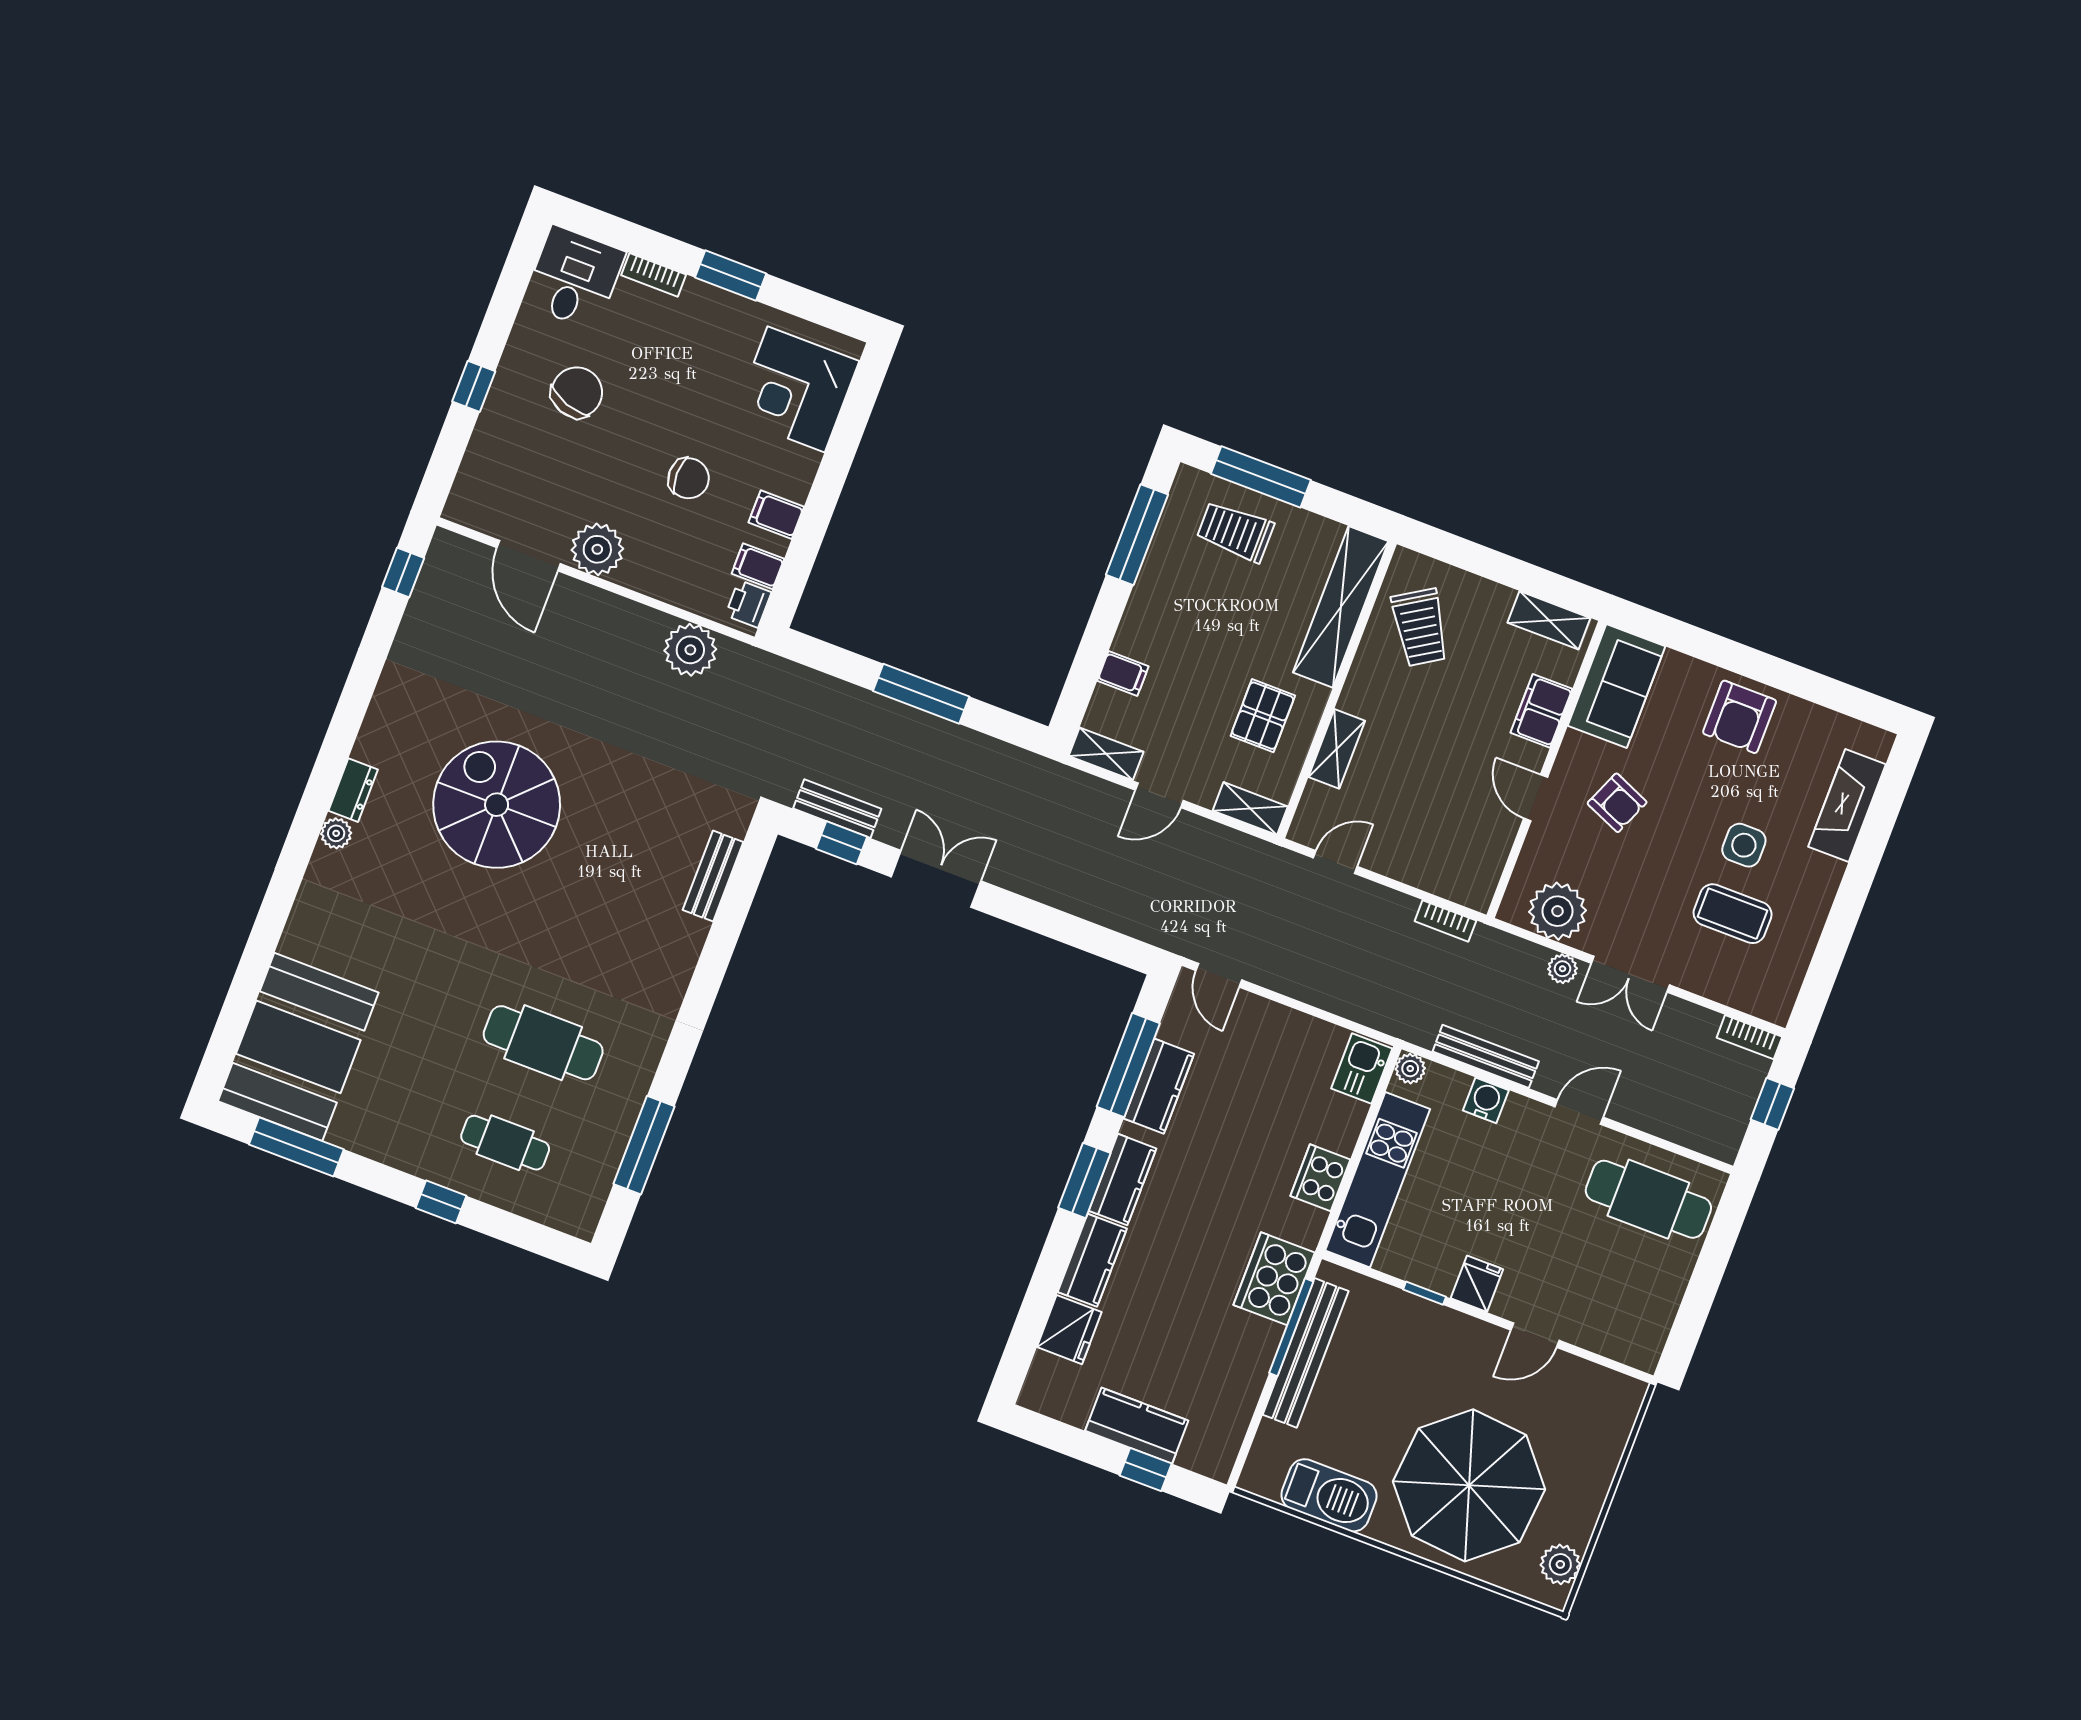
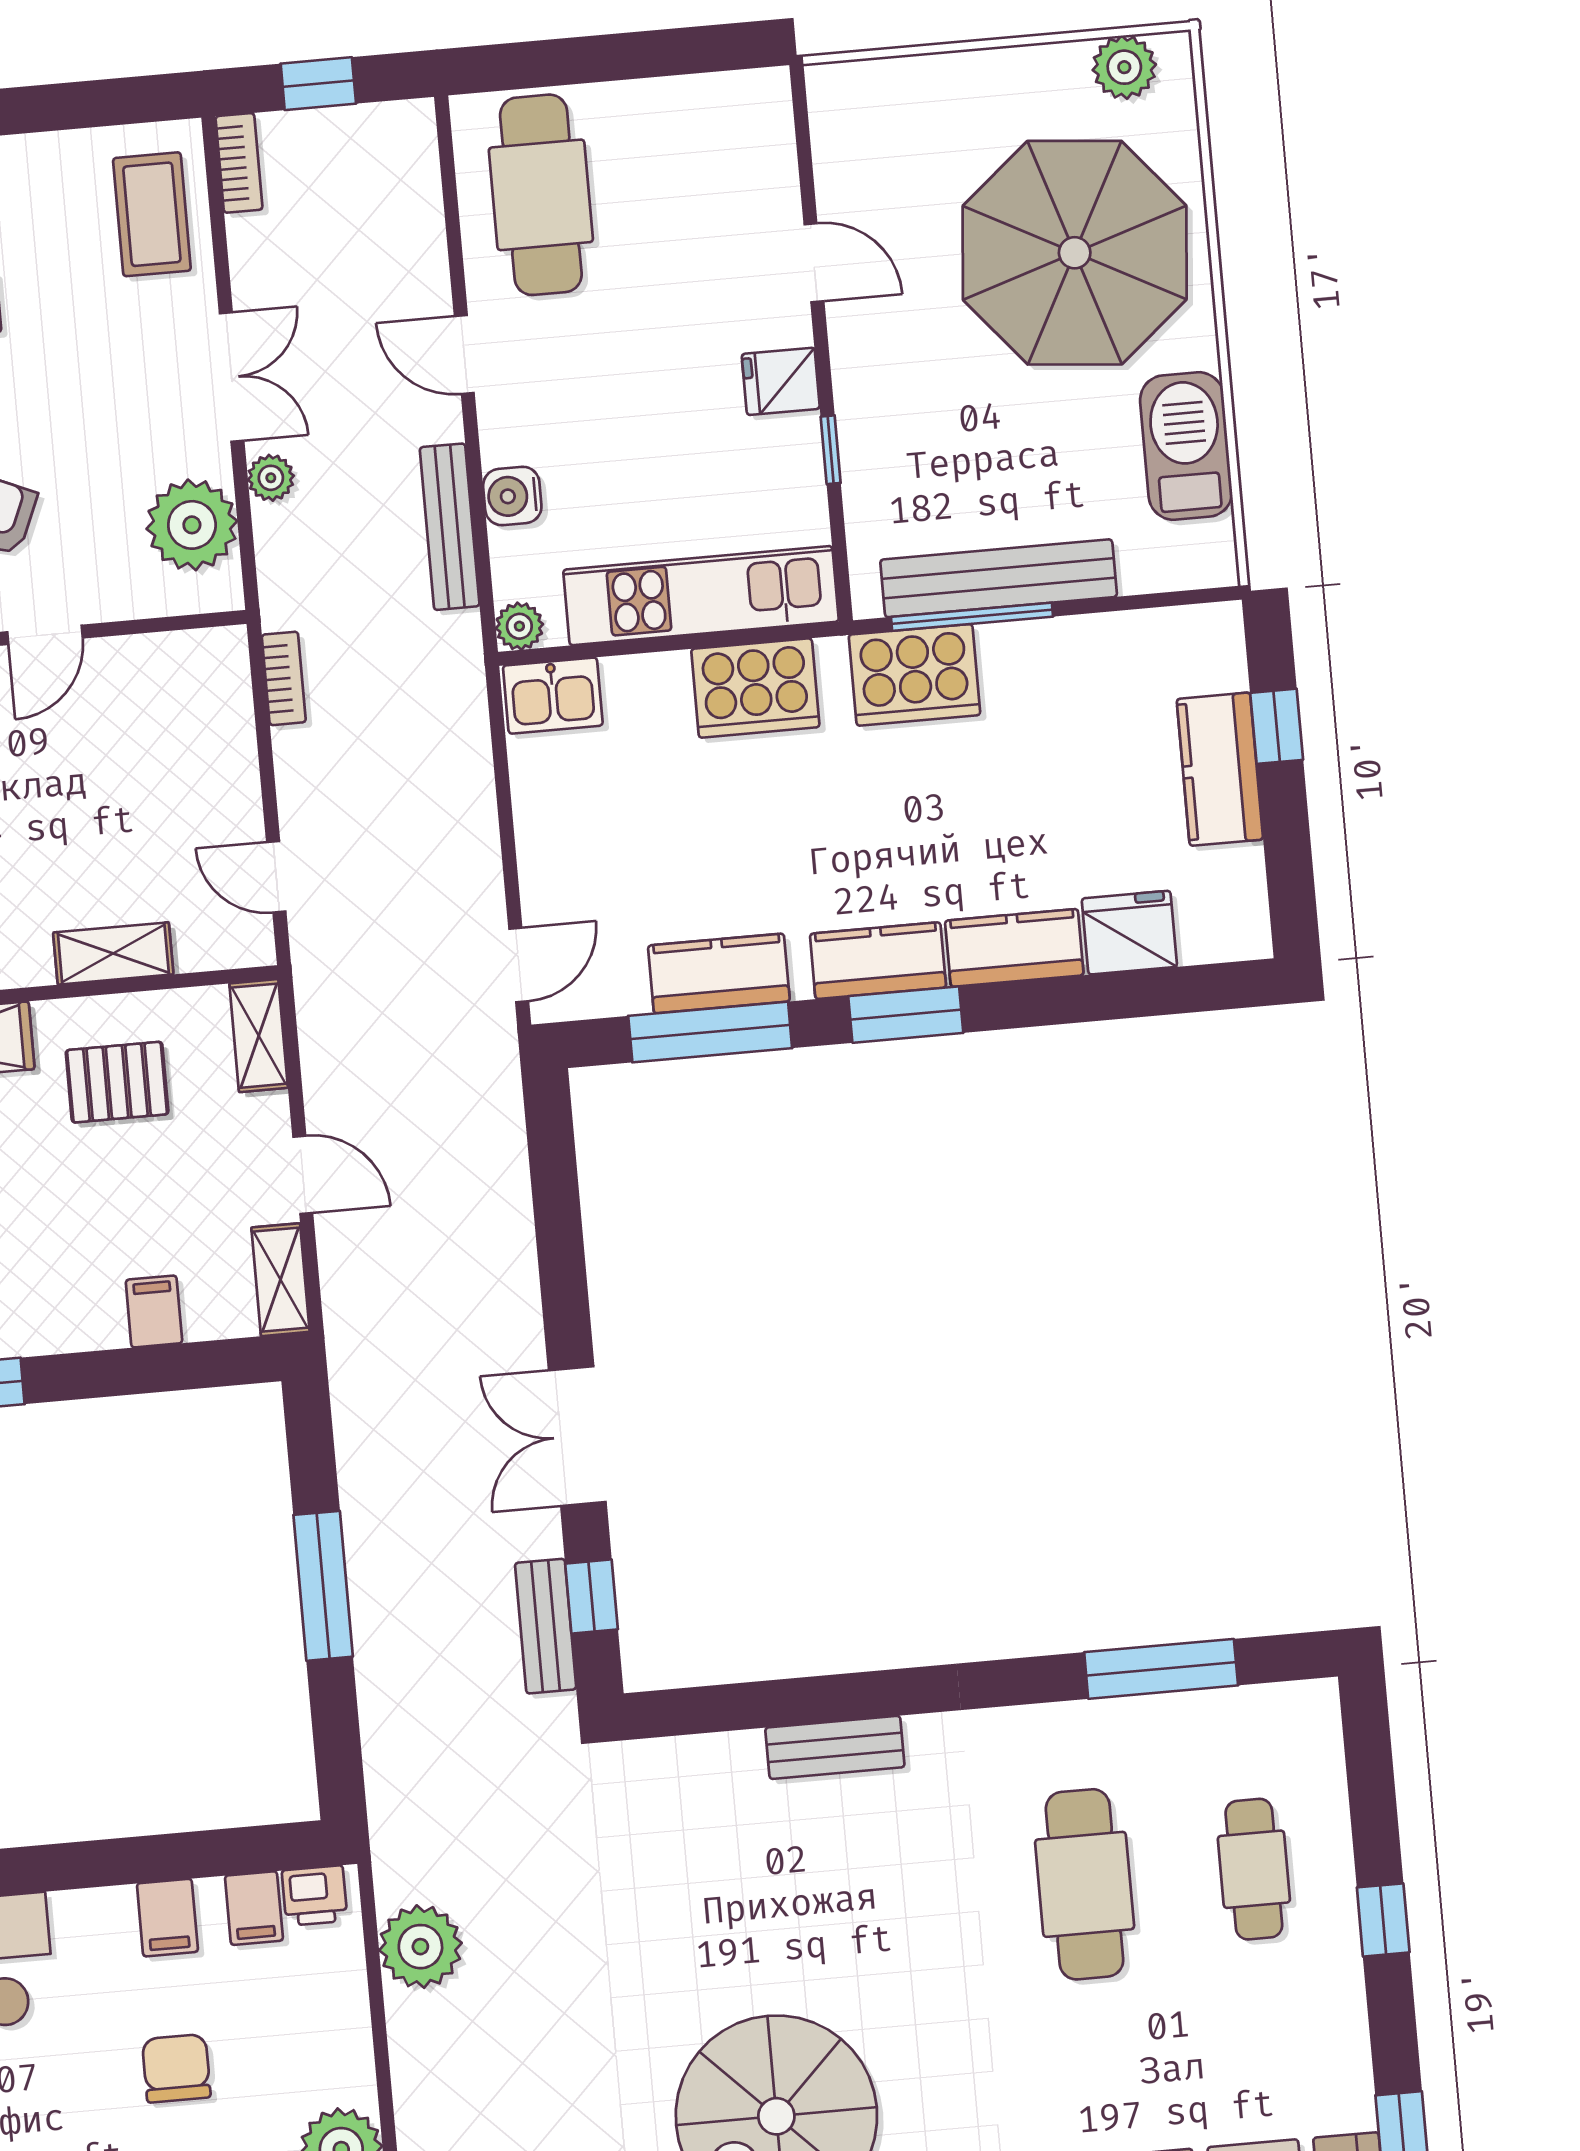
bench: (713, 876) -> (835, 1747), moved
coffee table: (1733, 914) -> (152, 214), moved
cooker: (1320, 1178) -> (755, 688), width x1.37, depth x1.31

